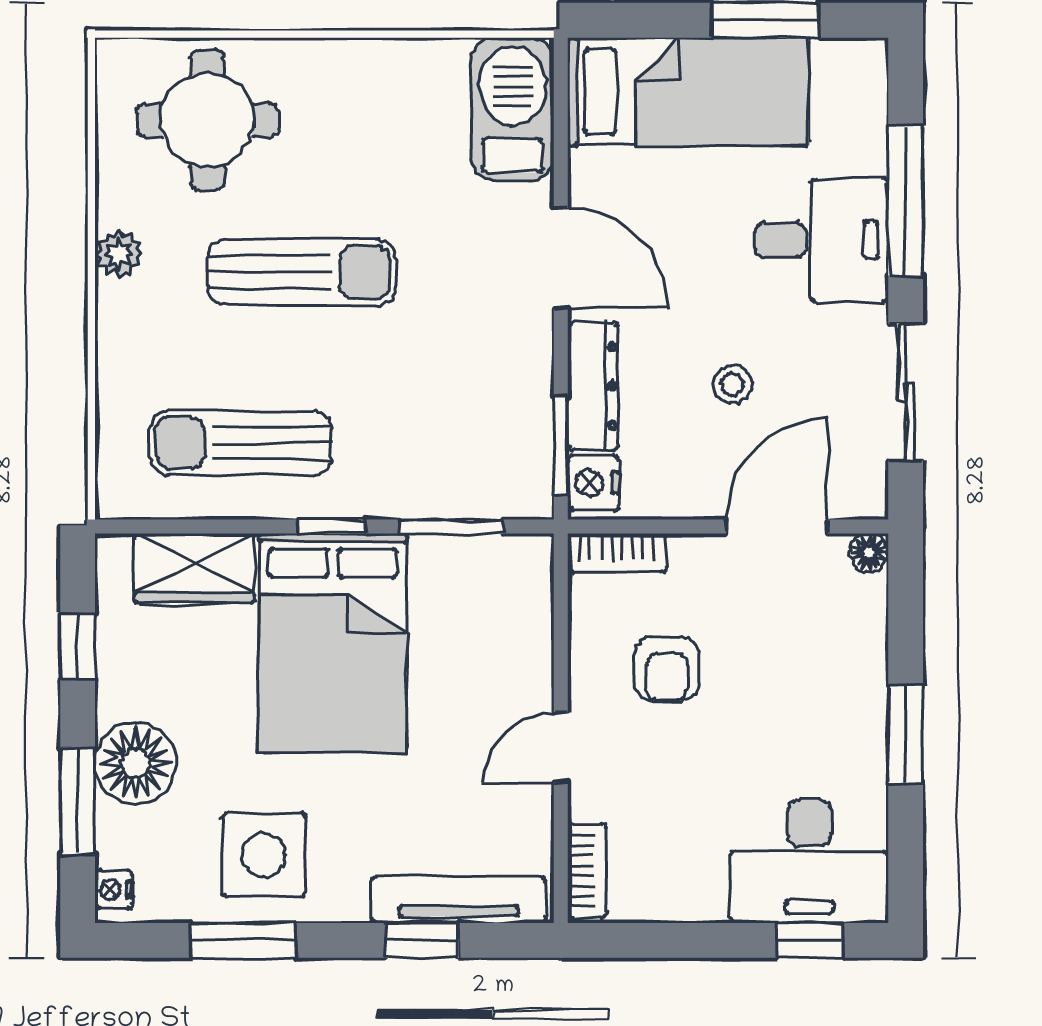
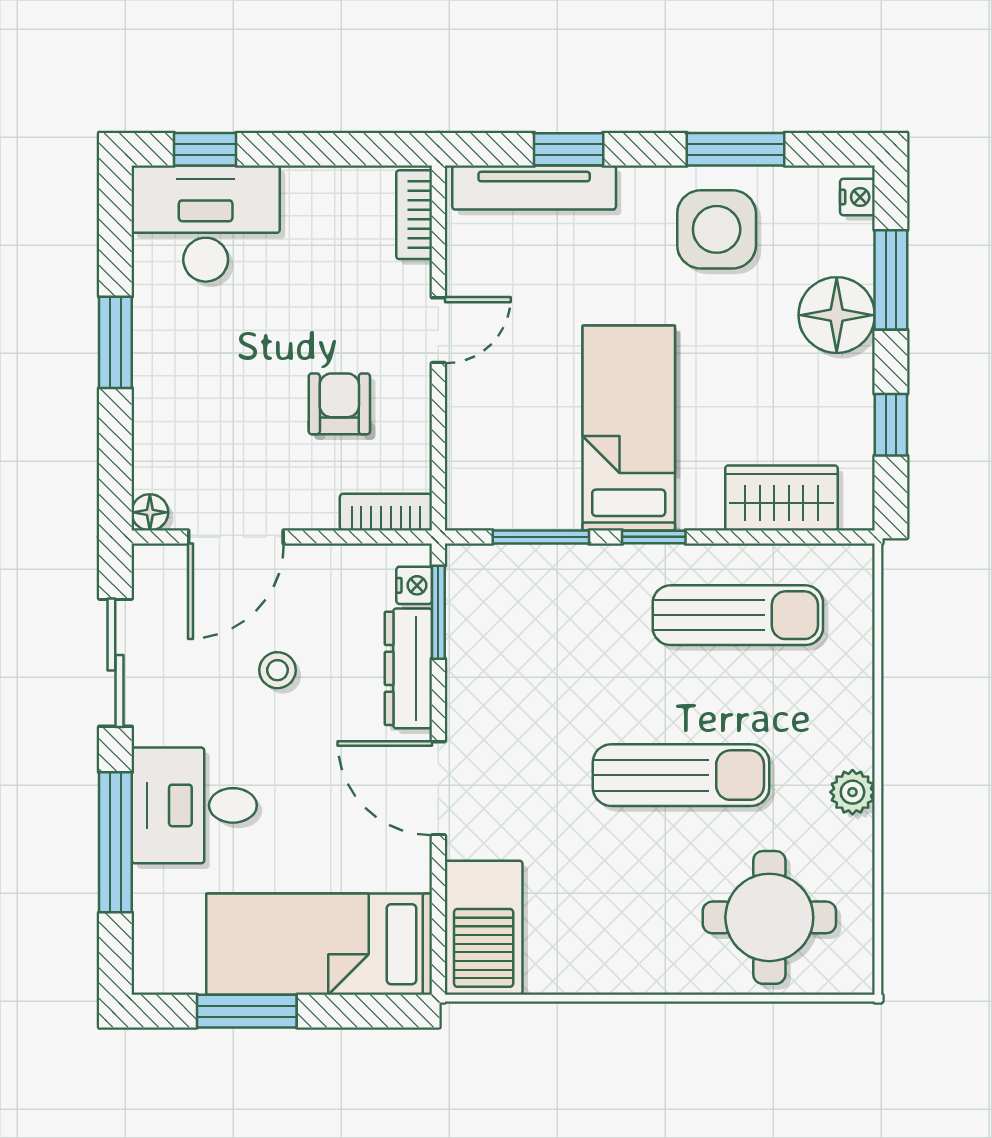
sun lounger: (302, 272) -> (681, 775), turned 180
nightstand: (593, 483) -> (414, 585), width x0.72, depth x0.74
bed: (333, 643) -> (629, 428), width x0.67

